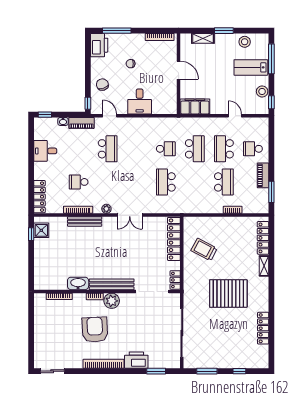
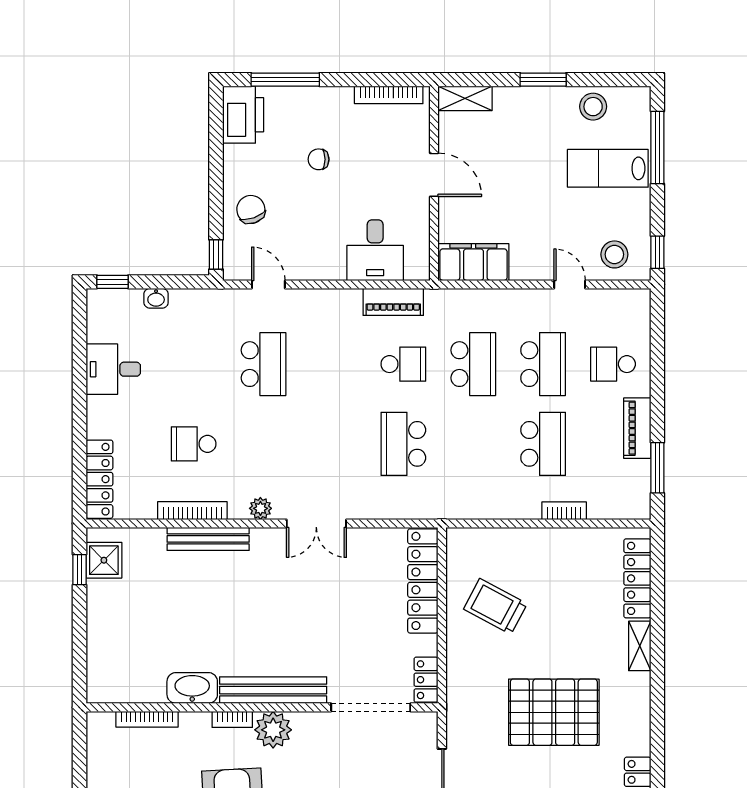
shelving: (203, 38) -> (465, 98), moved
stool: (262, 91) -> (614, 254), moved
desk: (140, 101) -> (375, 250), moved
piano: (81, 123) -> (393, 302), moved
school desk: (224, 149) -> (543, 364), turned 180

